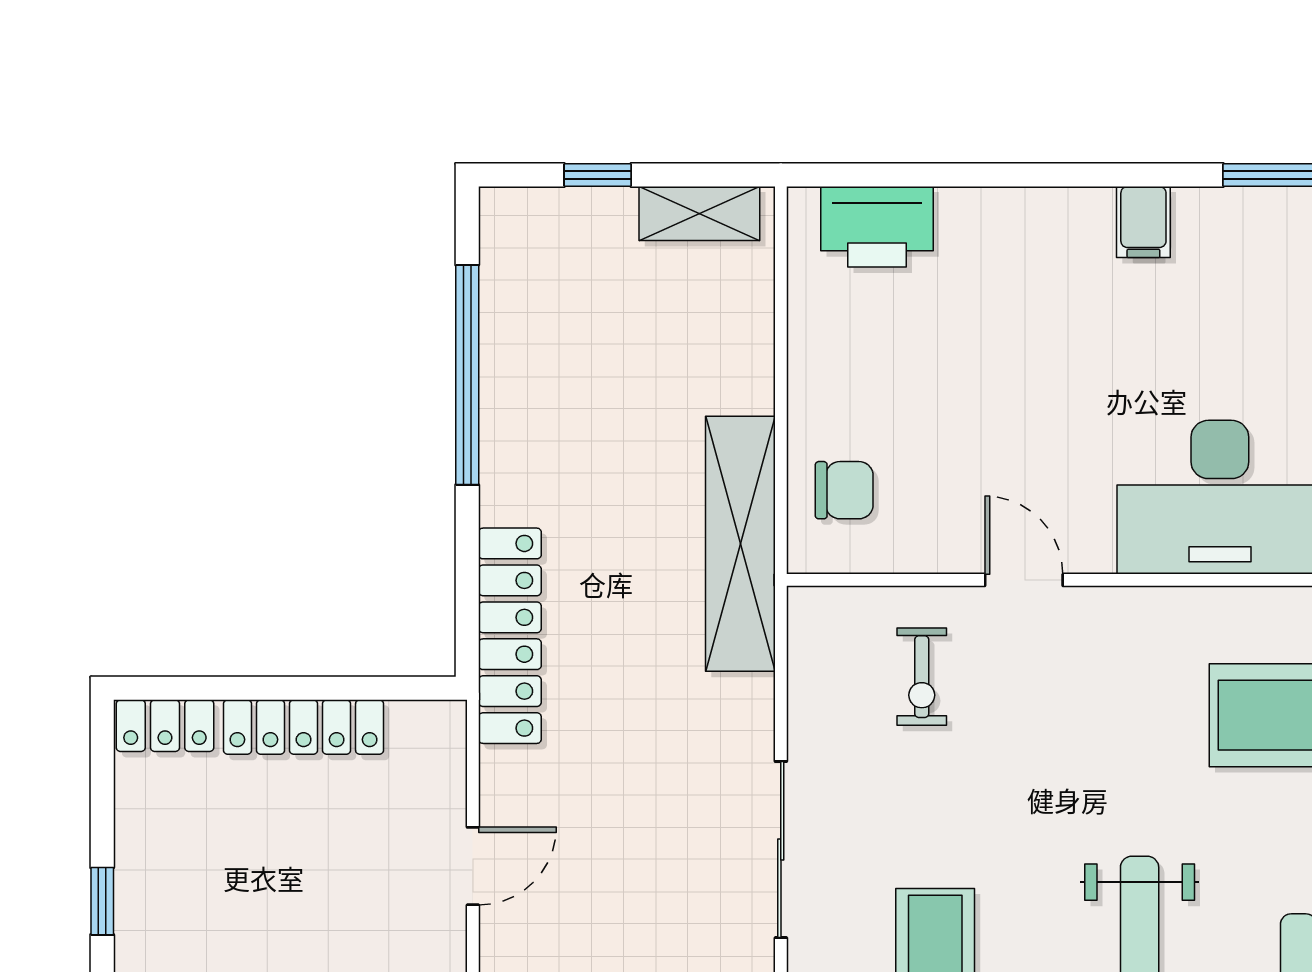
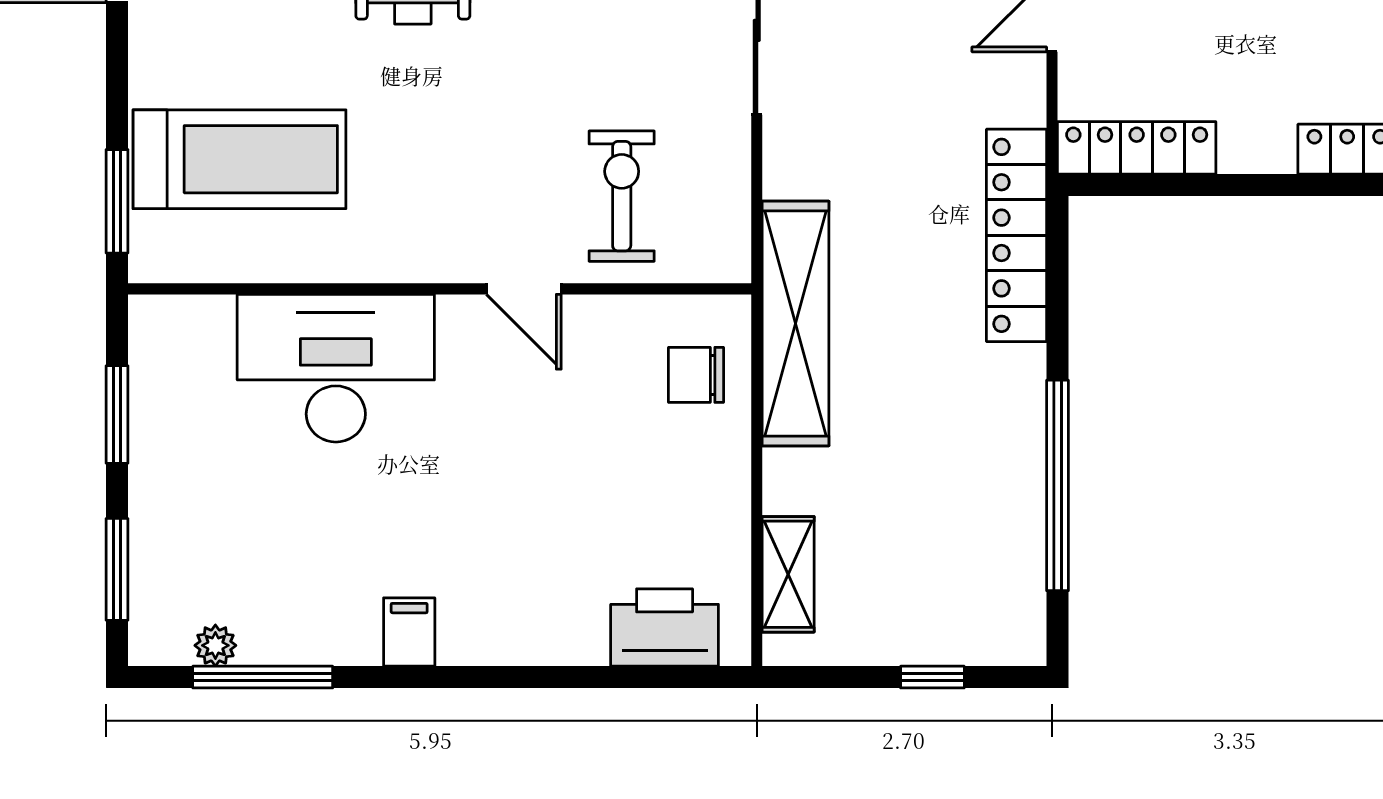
shelving: (699, 214) -> (788, 574), moved, turned 90
exercise bike: (922, 677) -> (622, 196), width x1.38, depth x1.39
locker: (304, 727) -> (1137, 148), moved

